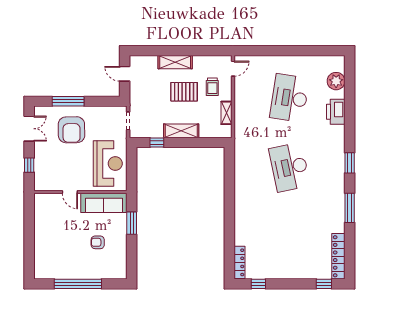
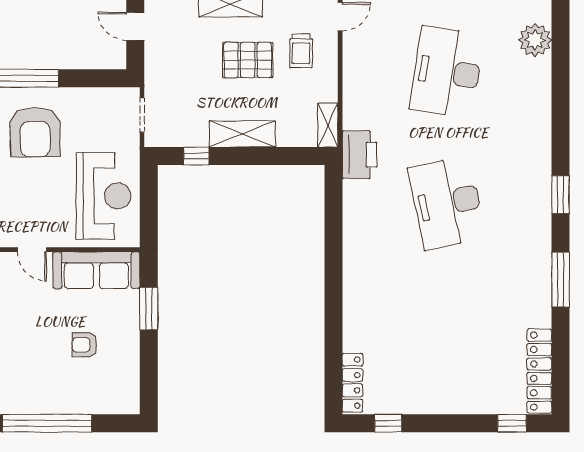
printer: (336, 112) -> (360, 155), moved, turned 180
shelving: (227, 113) -> (328, 125), moved

